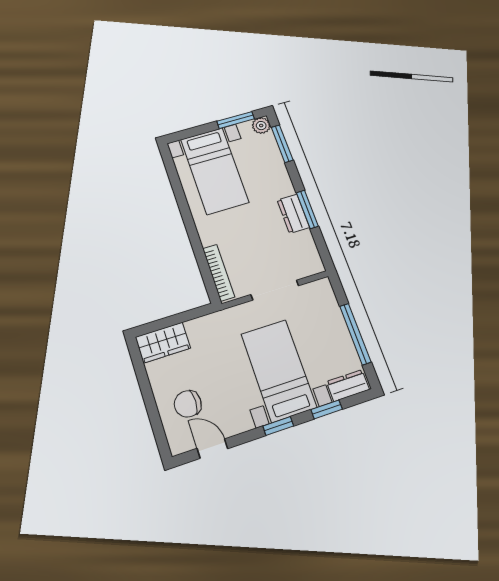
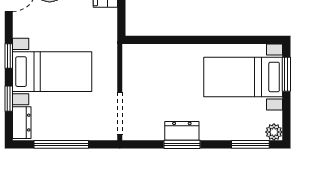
window: (236, 120) -> (286, 74), moved
bookcase: (218, 273) -> (150, 50), removed
doorway: (275, 290) -> (120, 114), moved

